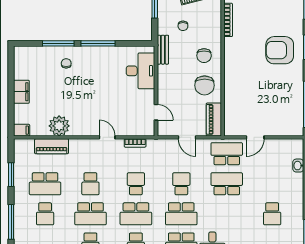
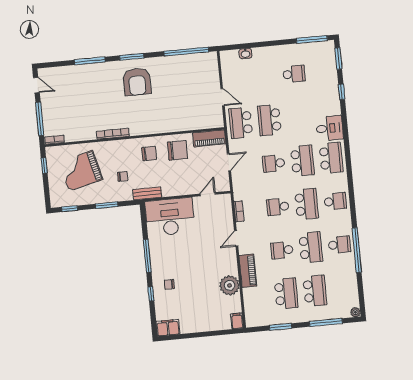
window: (58, 43) -> (151, 294), width x0.46
desk: (140, 71) -> (170, 217), width x1.36, depth x1.30
filing cabinet: (21, 92) -> (168, 328), moved
piano: (52, 146) -> (248, 271), moved
school desk: (90, 184) -> (282, 250), turned 180
school desk: (45, 214) -> (315, 291), width x1.85

